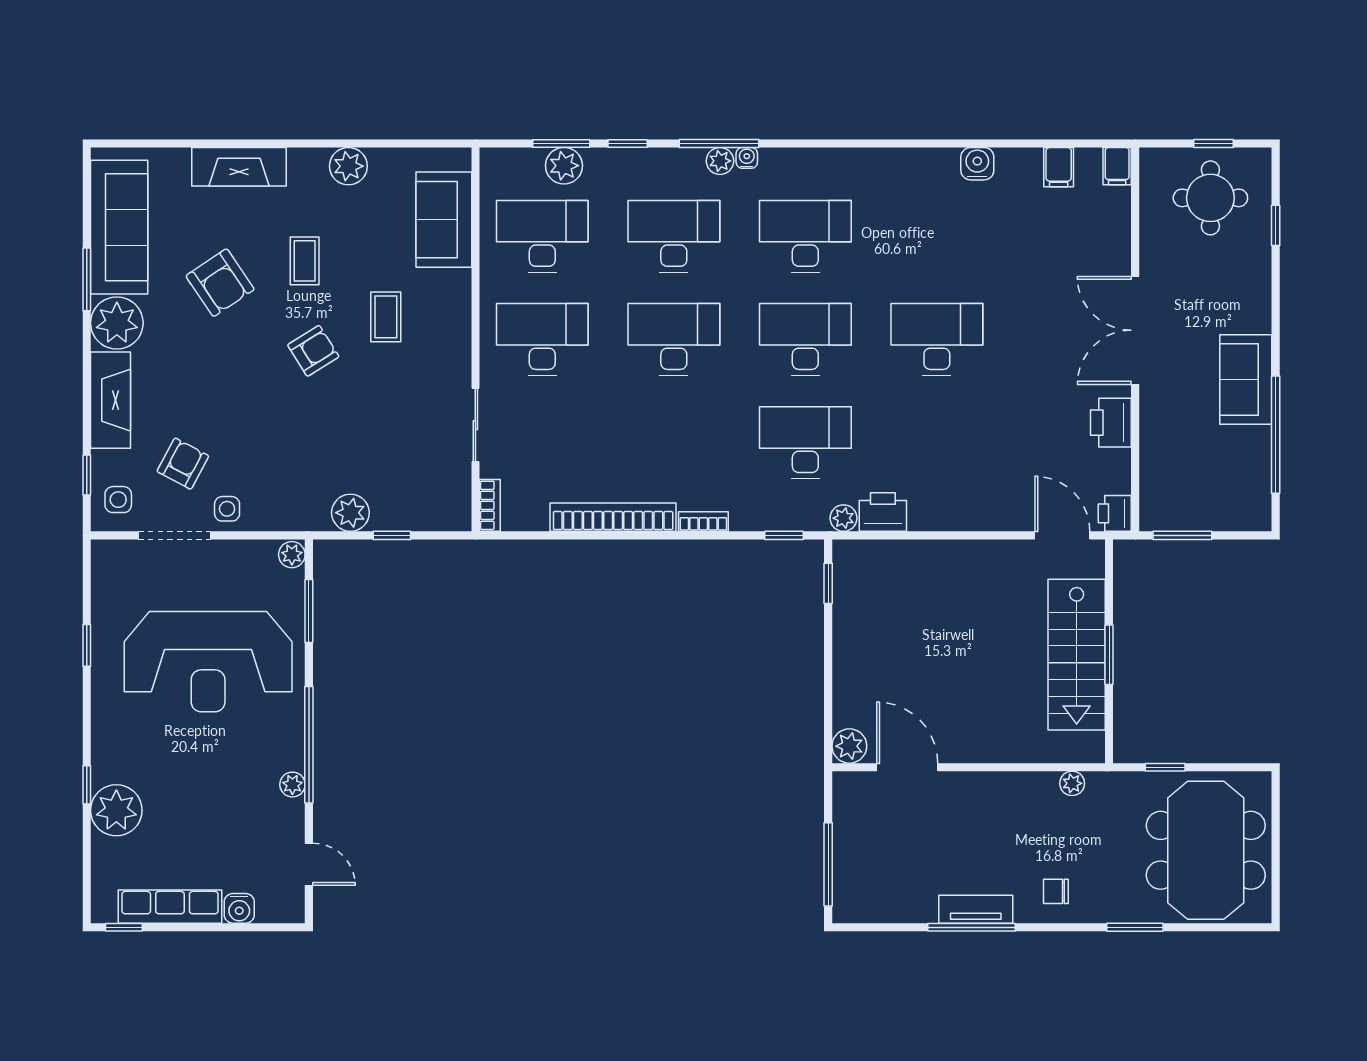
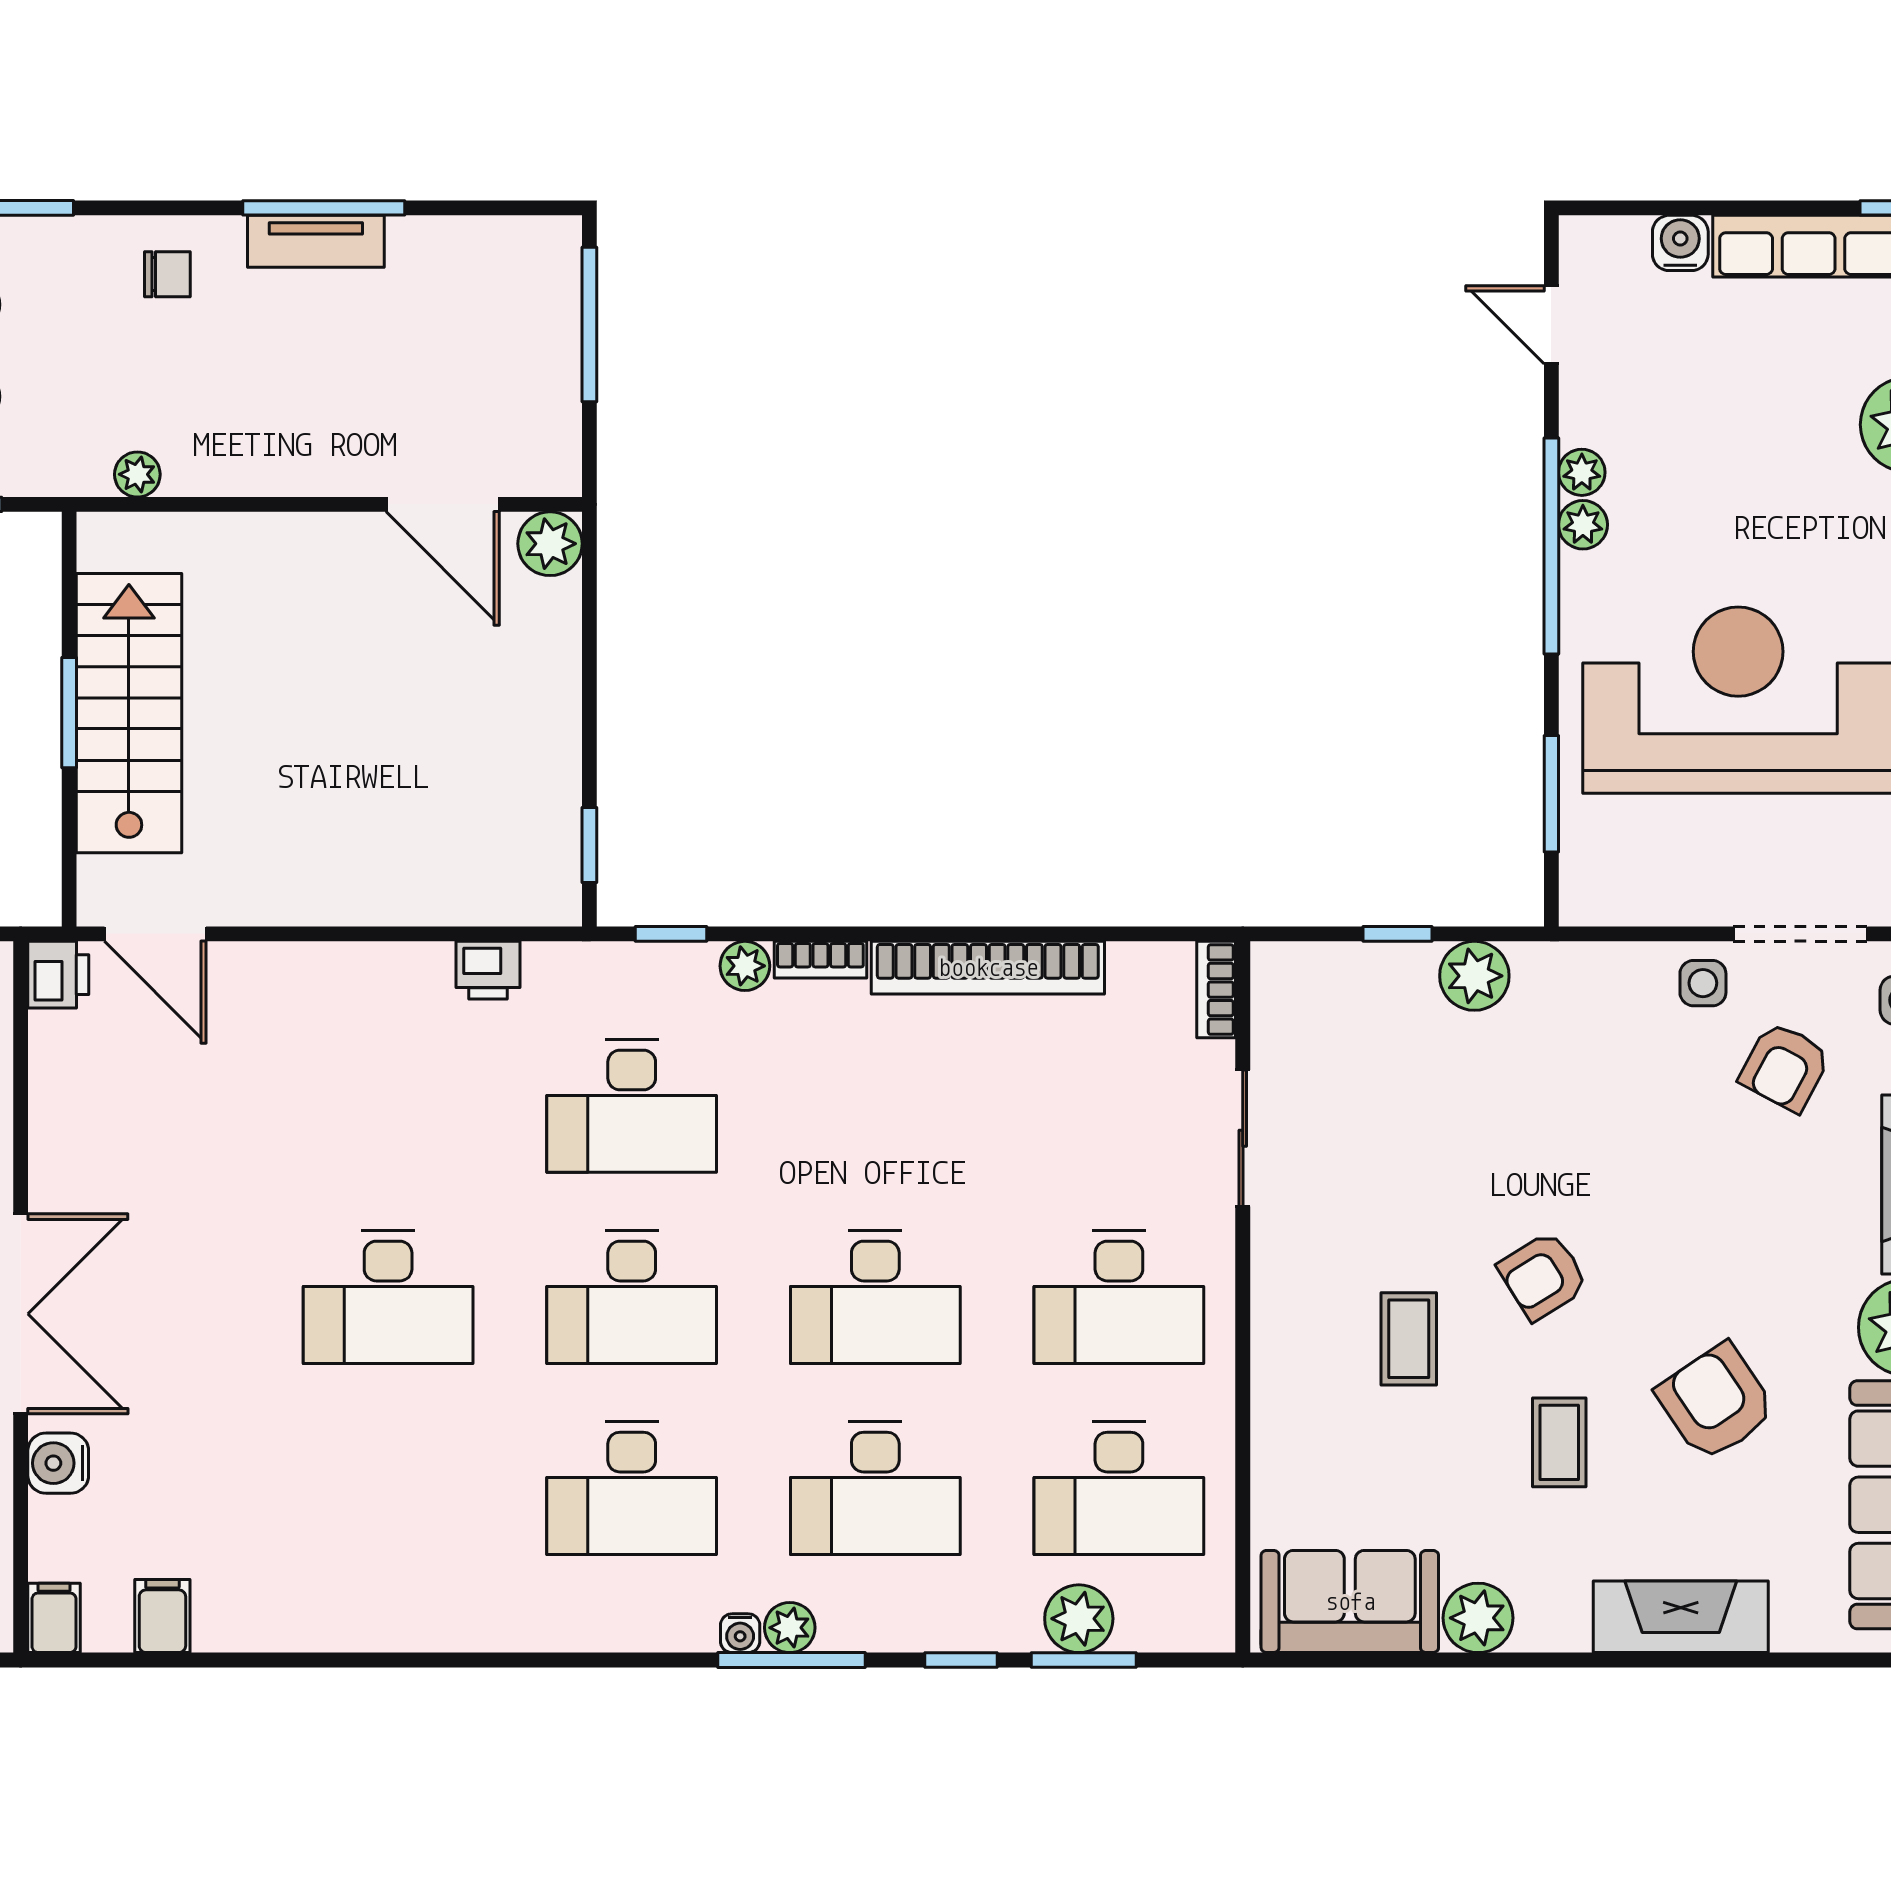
water cooler: (977, 164) -> (58, 1463), moved, turned 90
sofa: (444, 220) -> (1350, 1602), moved, turned -90
printer: (1111, 423) -> (65, 1143), removed
printer: (883, 512) -> (488, 970), width x0.73, depth x0.81
plant: (844, 518) -> (745, 966), moved
plant: (292, 555) -> (1583, 525), moved

